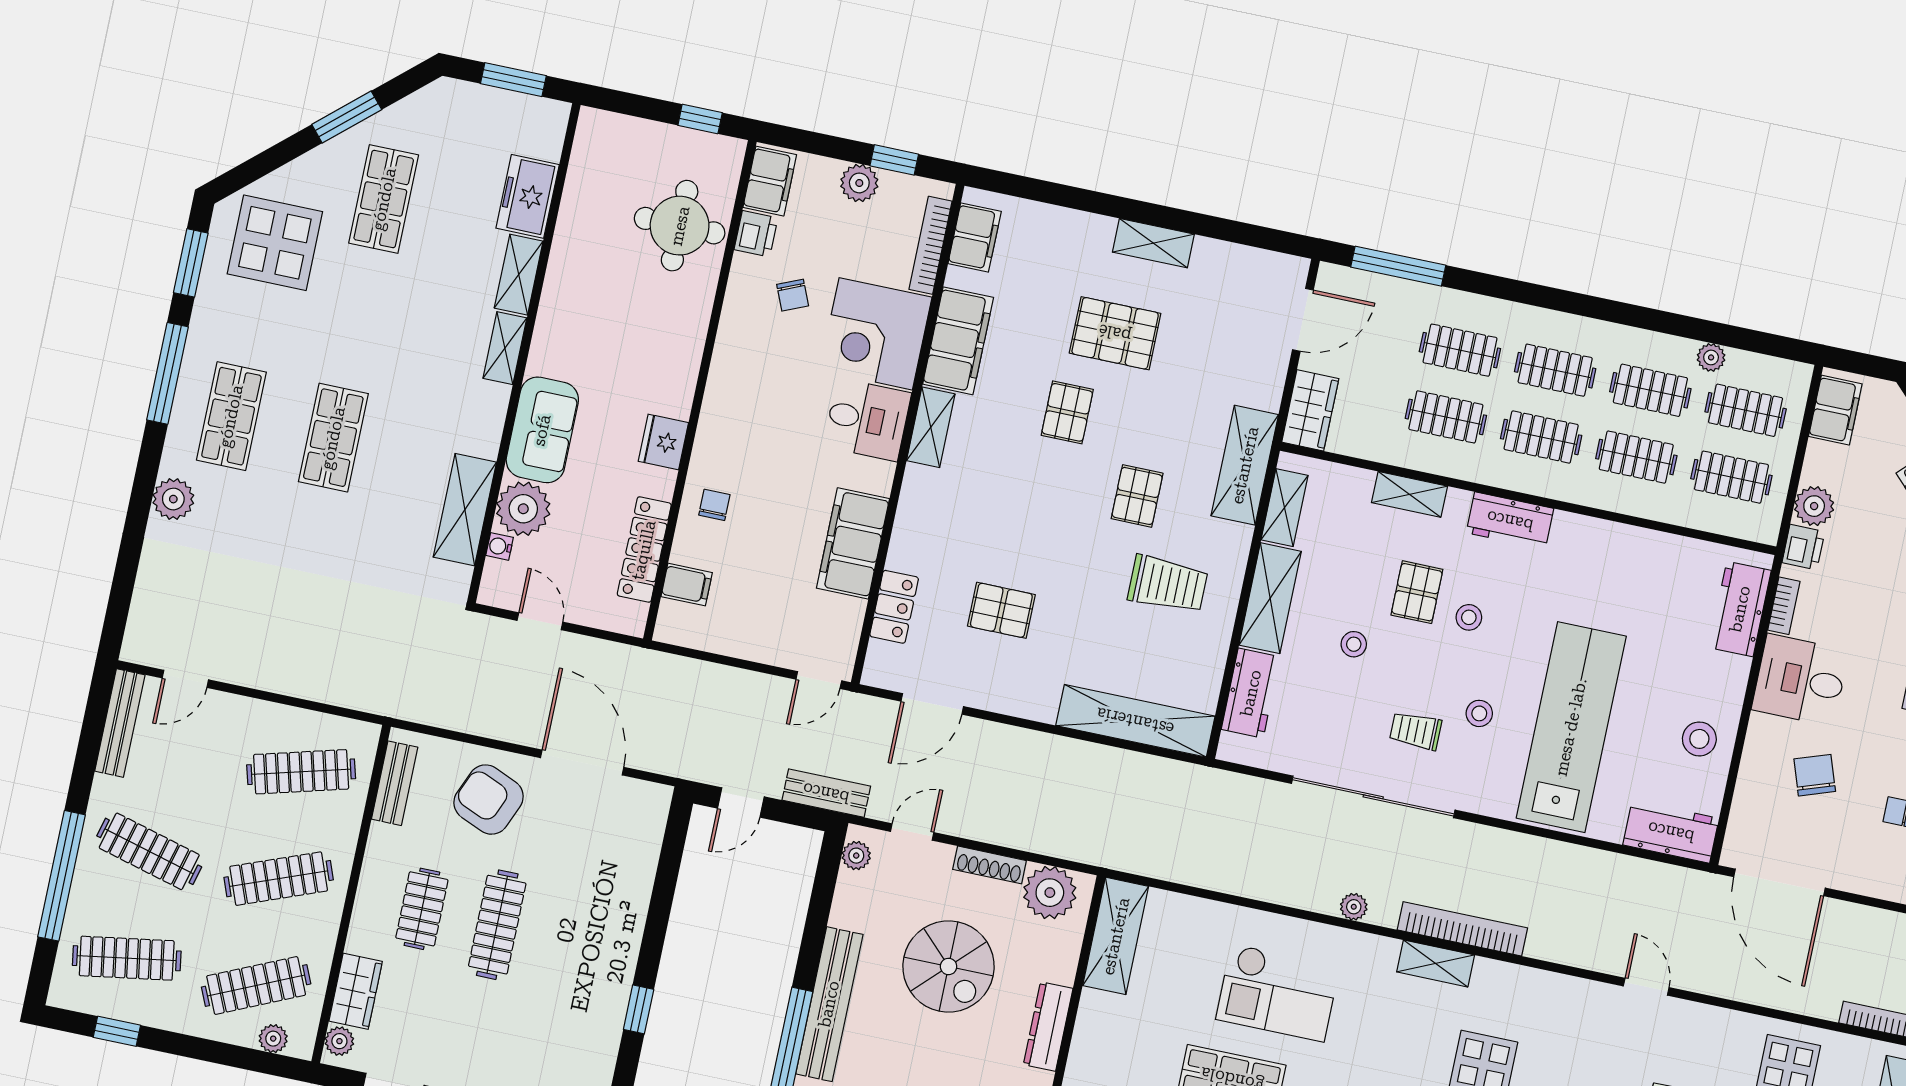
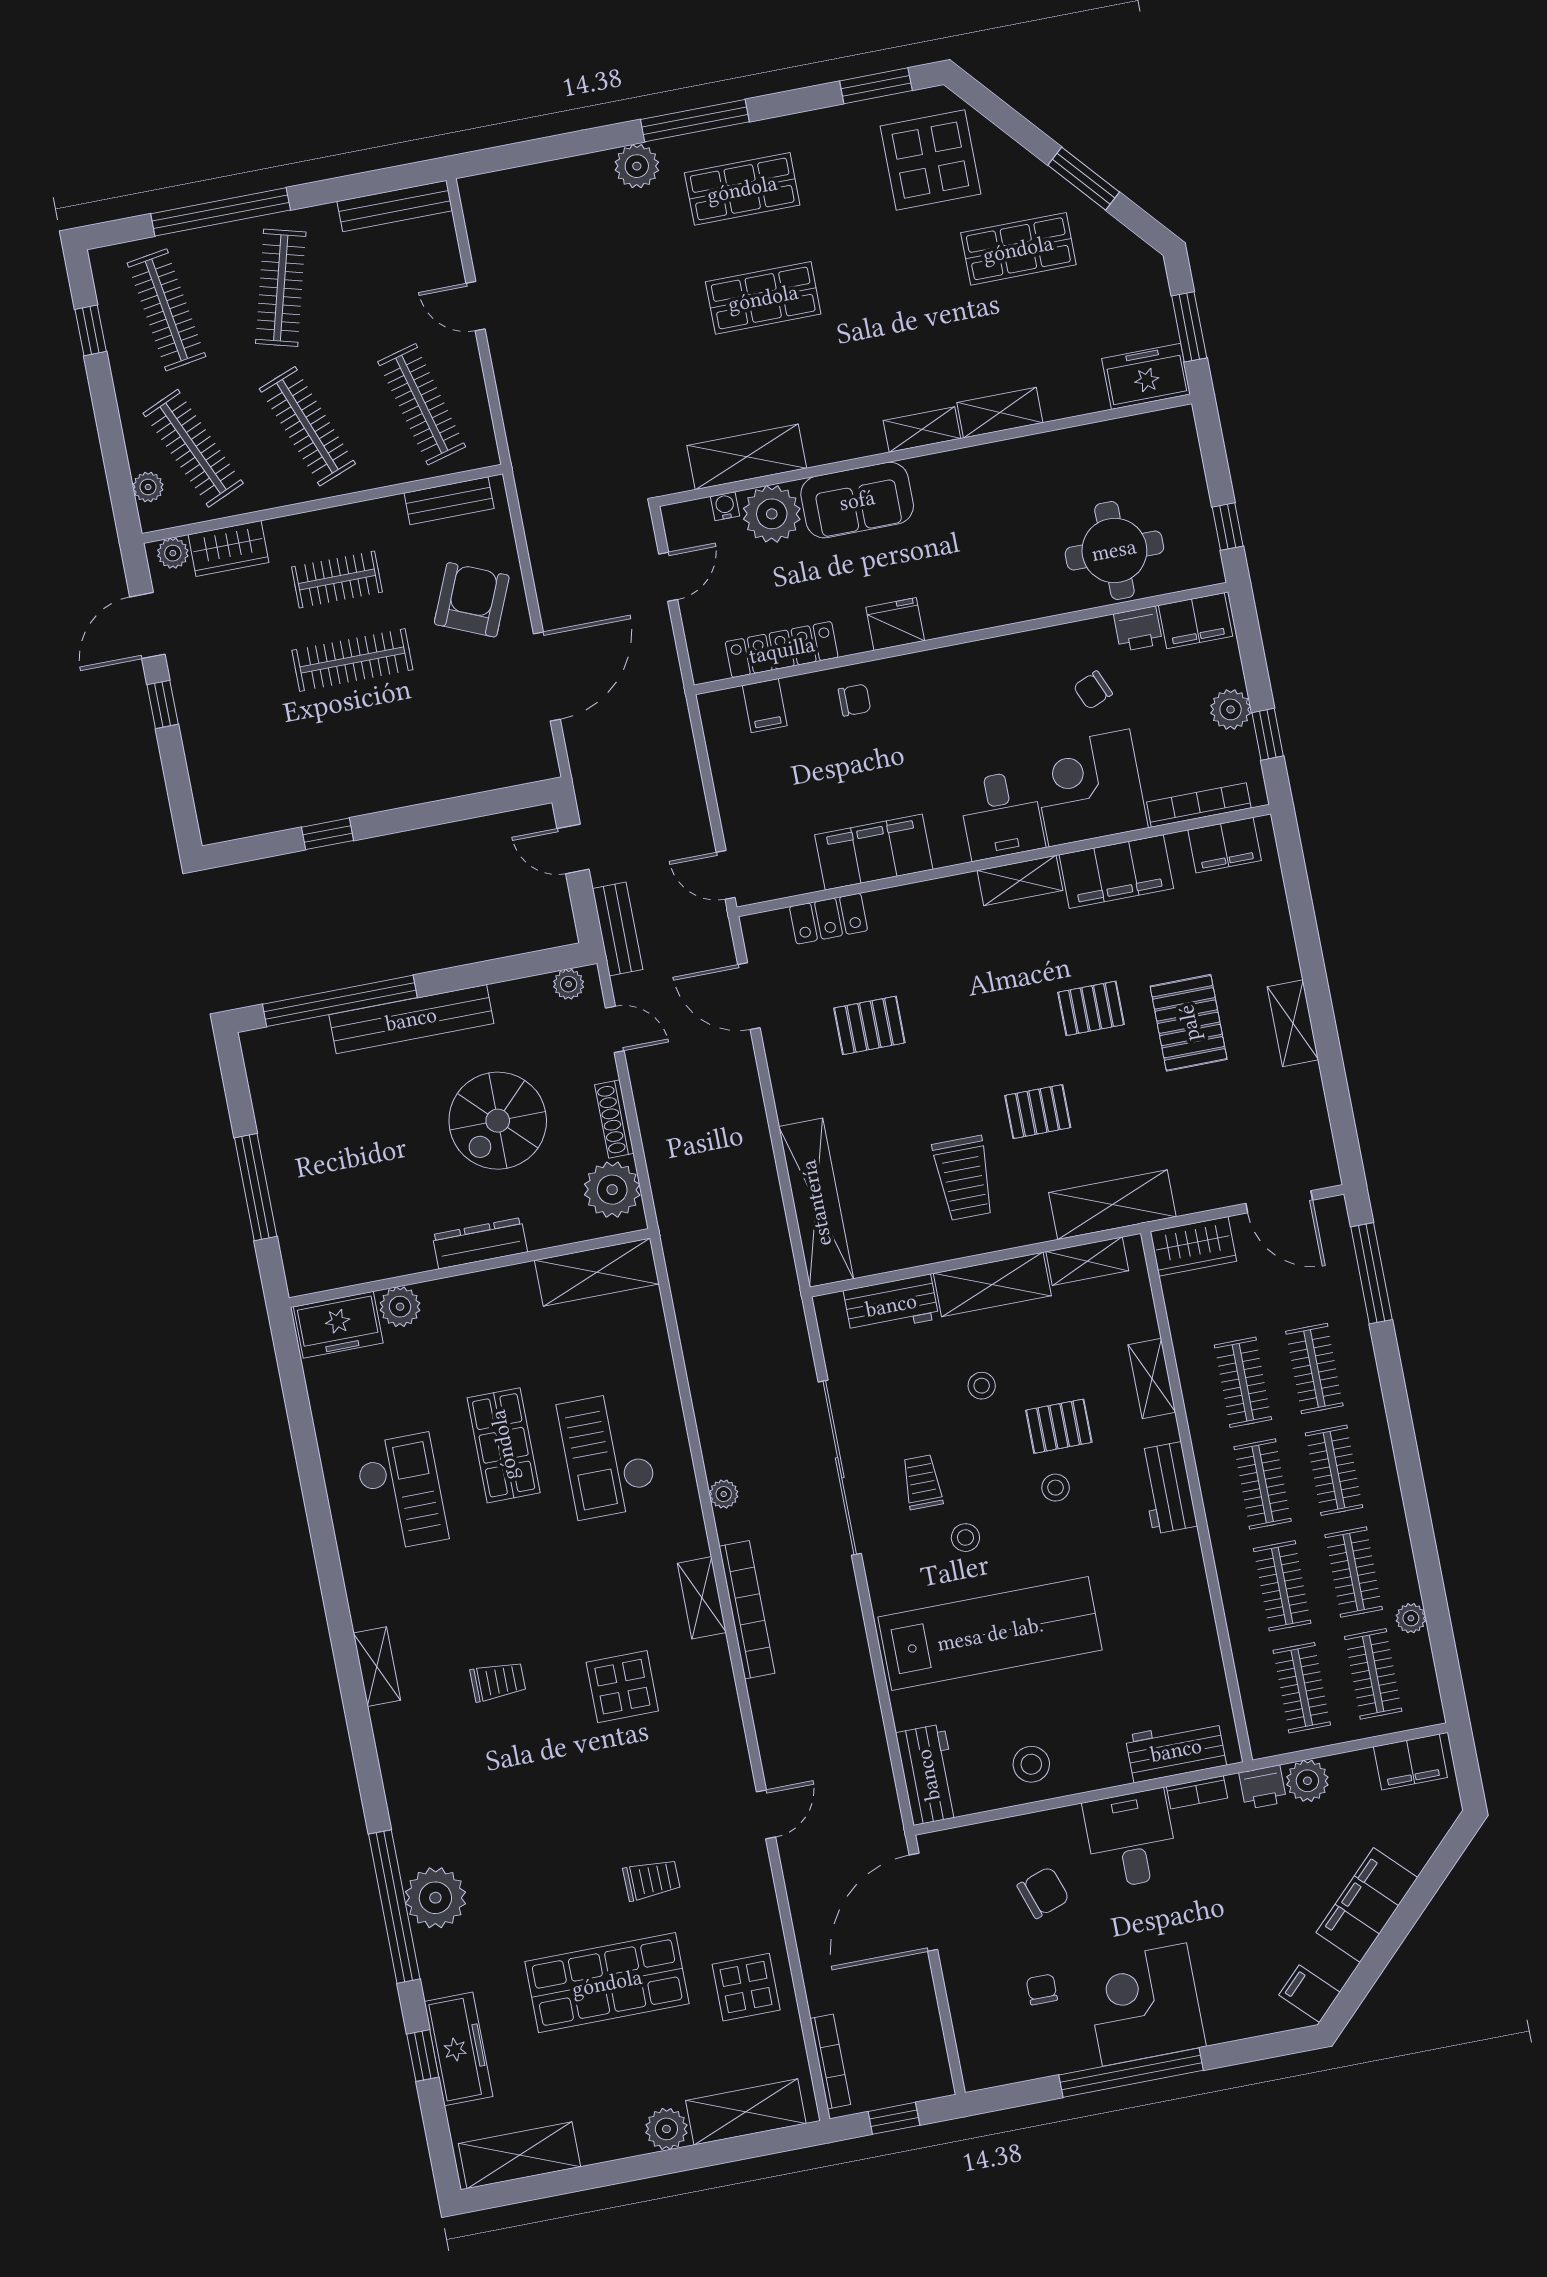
freezer: (528, 196) -> (1146, 376), moved
window: (167, 373) -> (695, 121), moved
pallet: (1001, 610) -> (869, 1025), turned 90
door: (185, 679) -> (476, 306), moved

